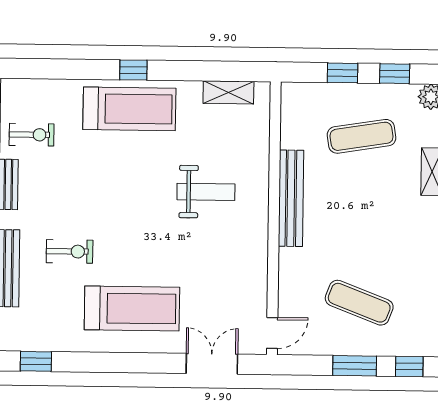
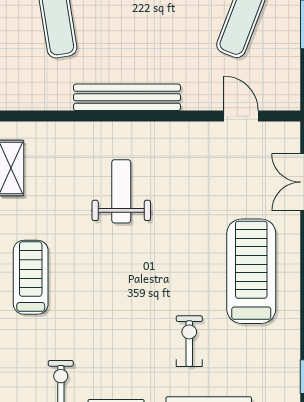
treadmill: (129, 109) -> (31, 277), width x0.73, depth x0.73
door: (272, 333) -> (241, 116), moved

